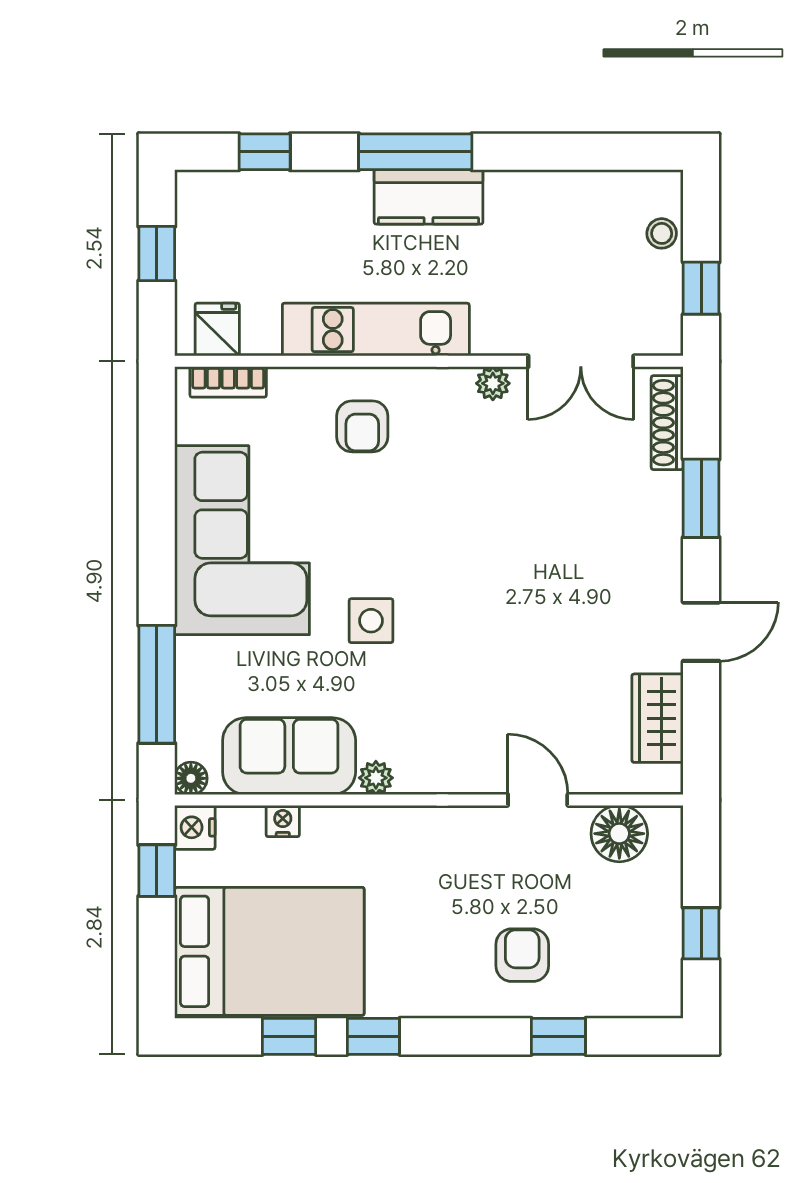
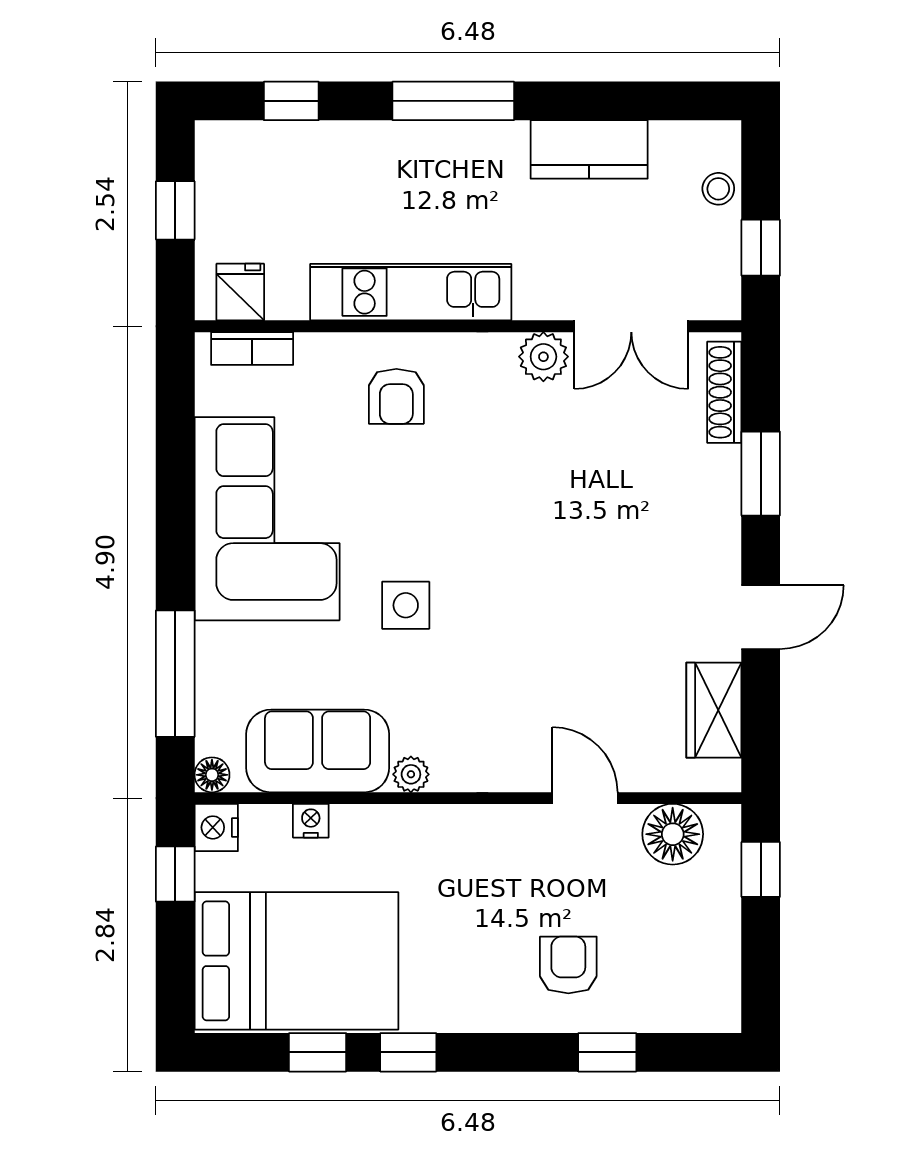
kitchen counter: (428, 197) -> (589, 149), moved
plant: (493, 383) -> (543, 357), width x1.38, depth x1.38
window: (701, 933) -> (761, 869), moved

